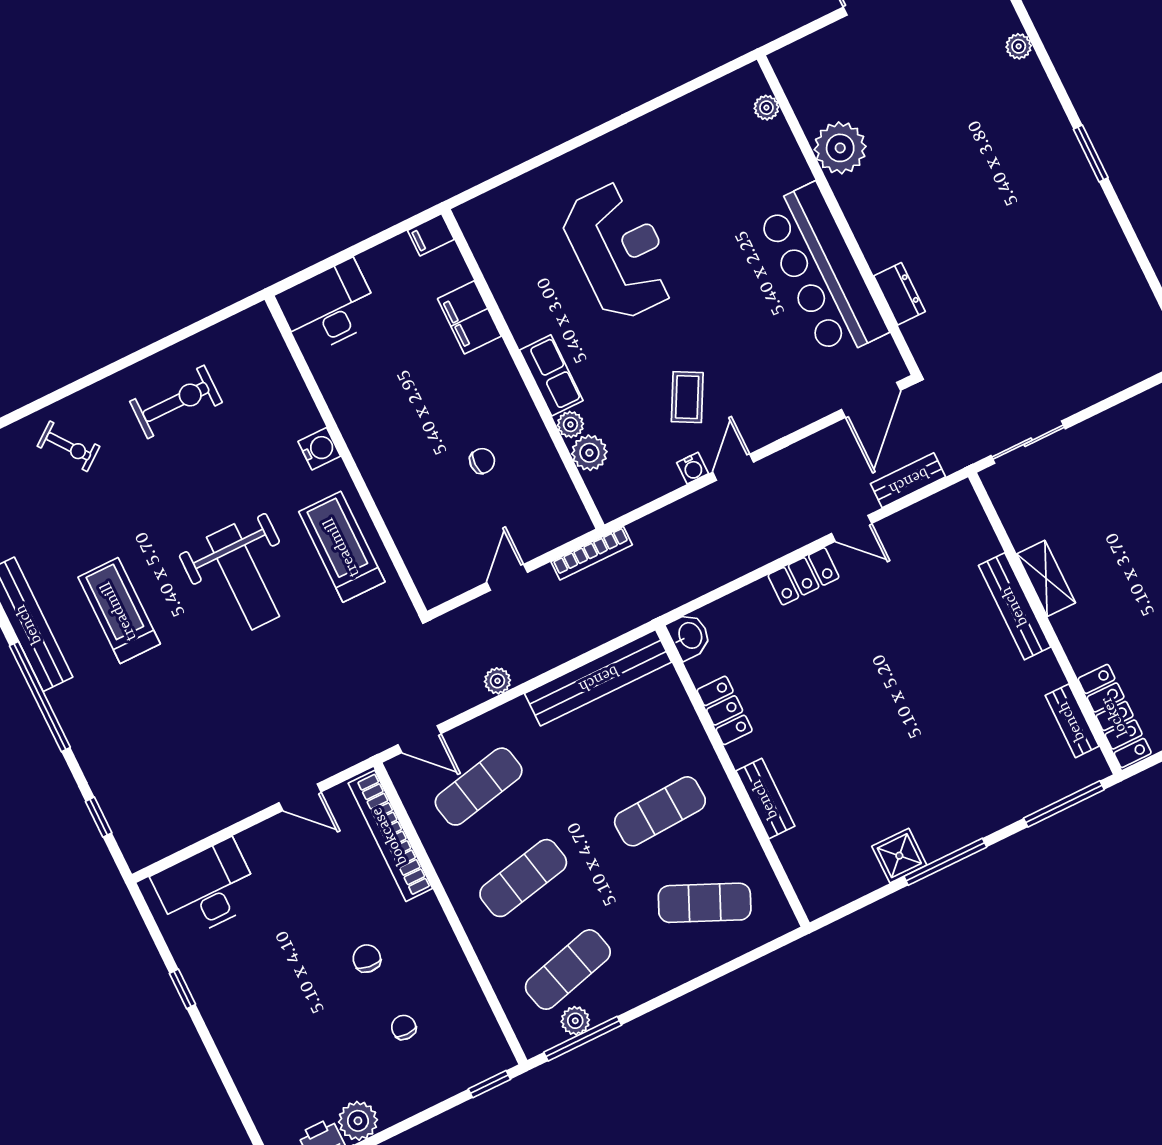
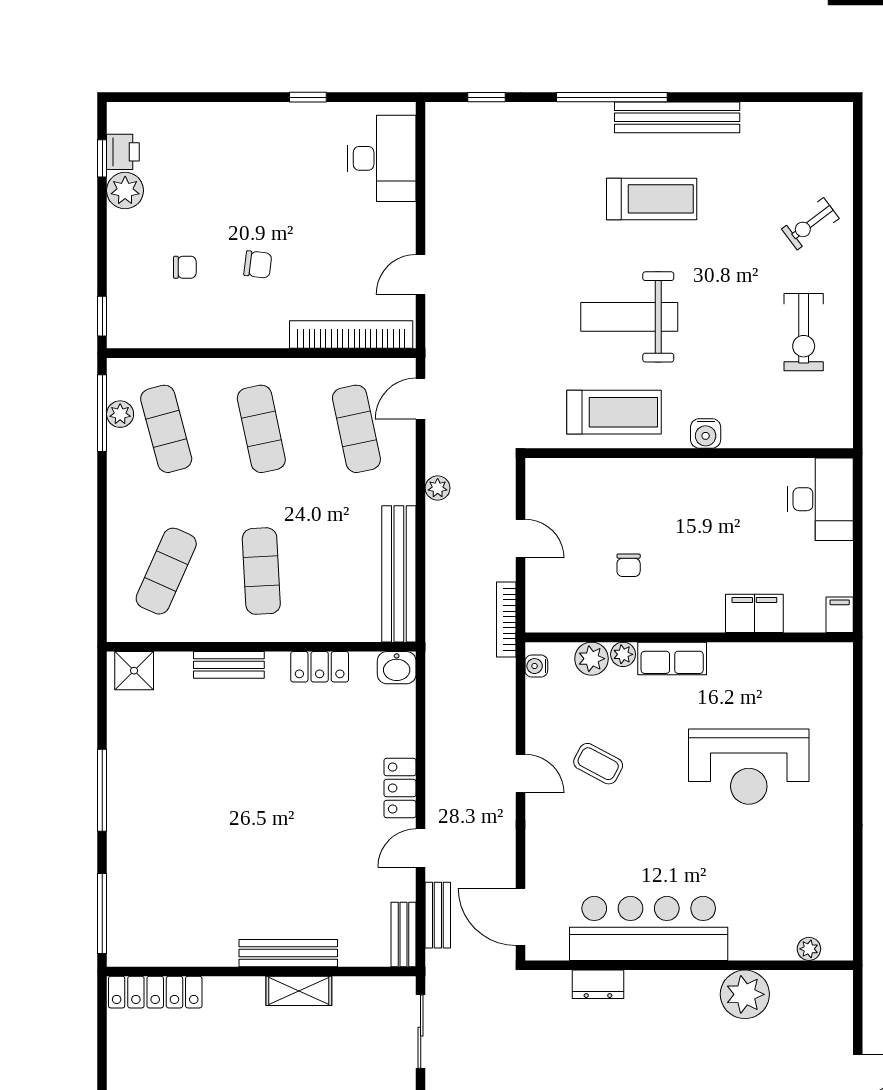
water cooler: (693, 468) -> (536, 666), moved
bench: (1072, 721) -> (404, 934), moved, turned 90
shower: (899, 856) -> (134, 671), moved

